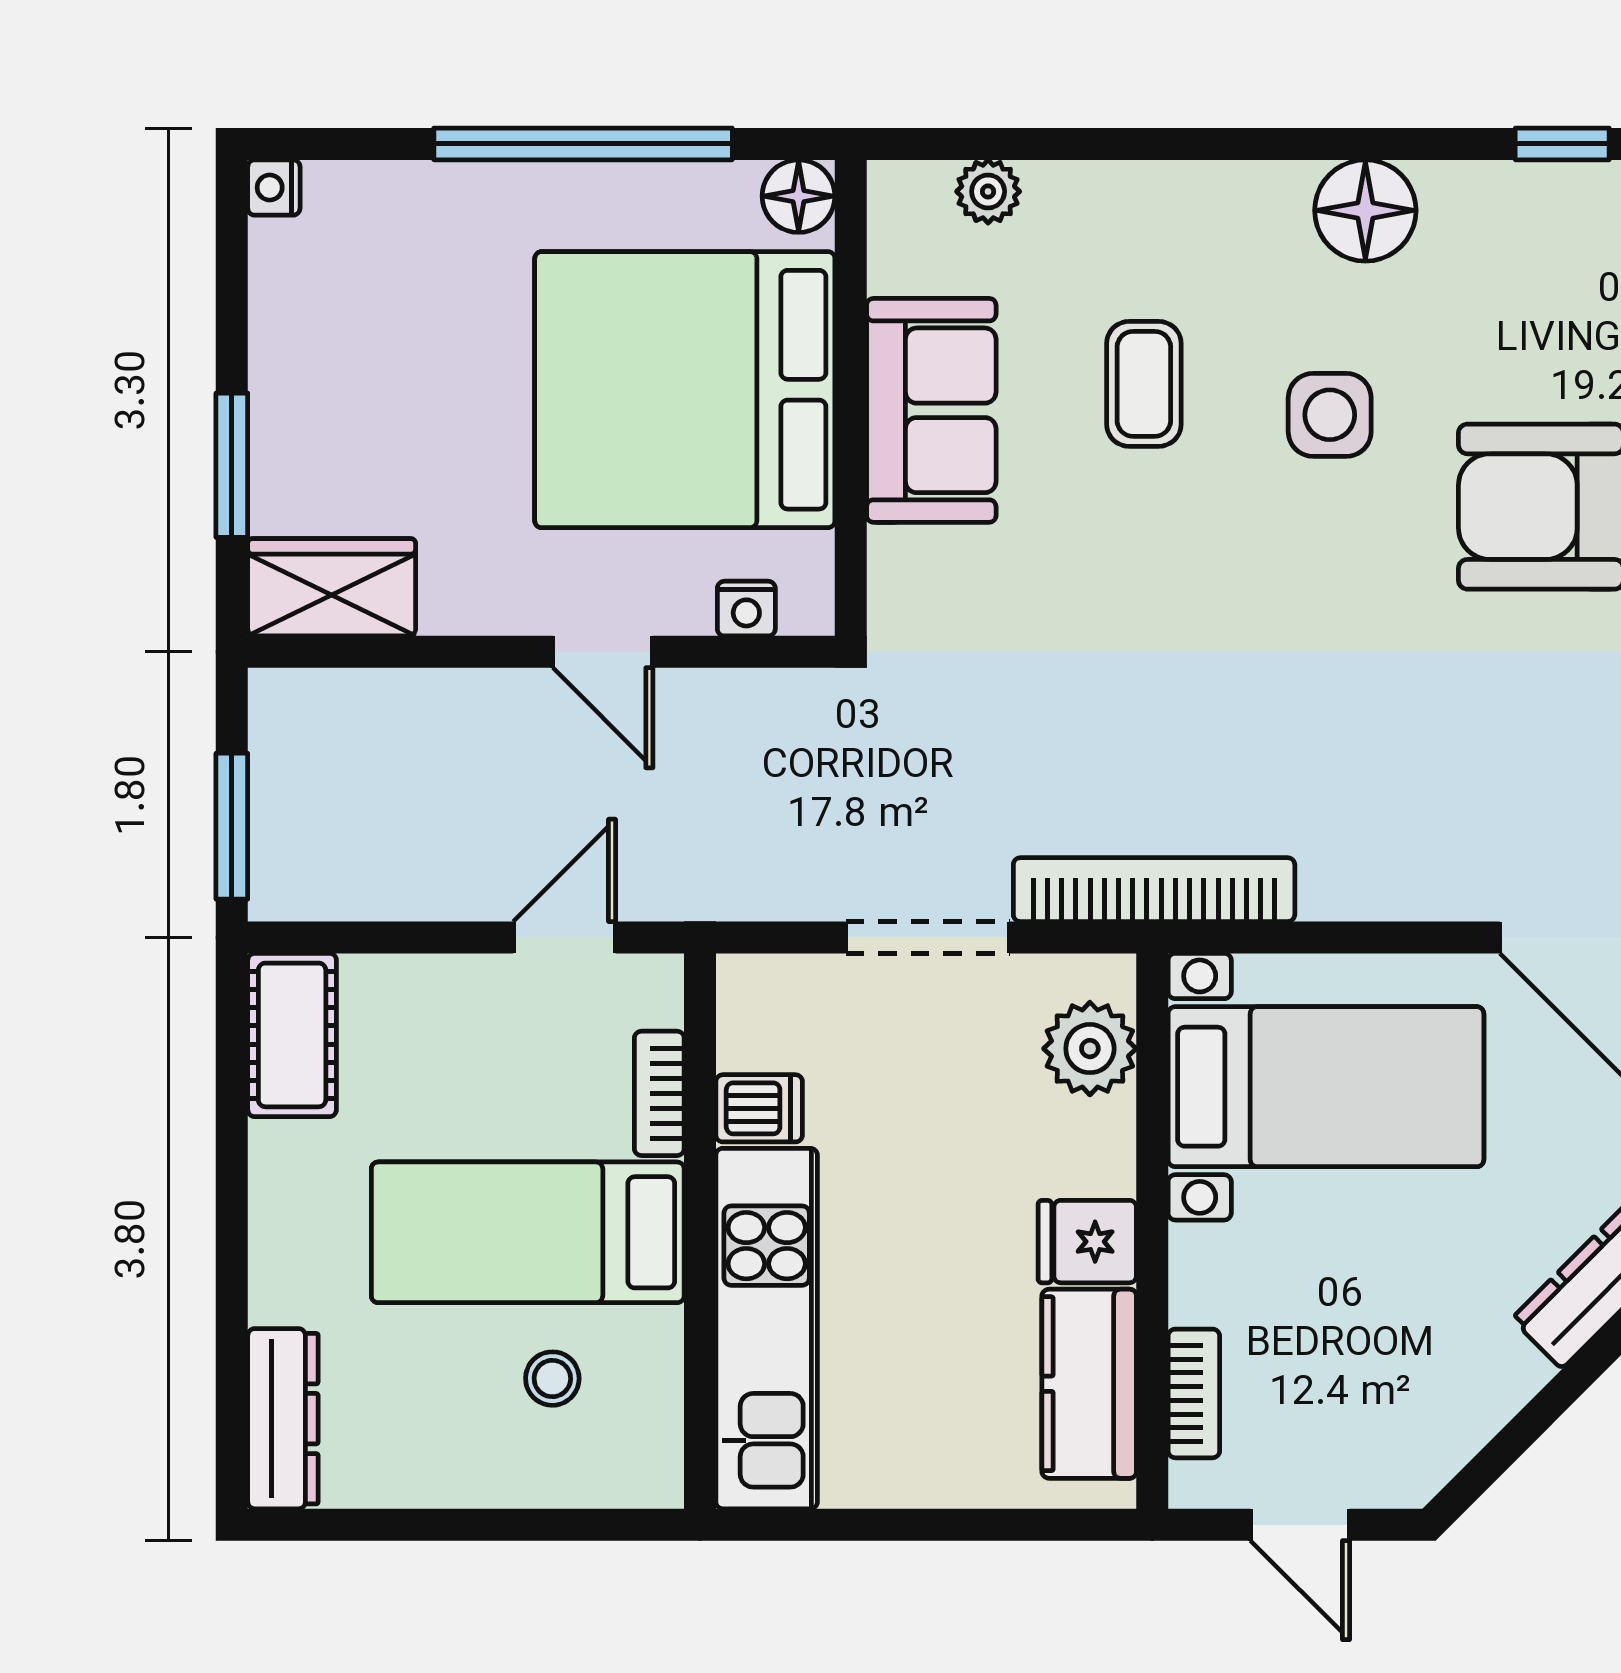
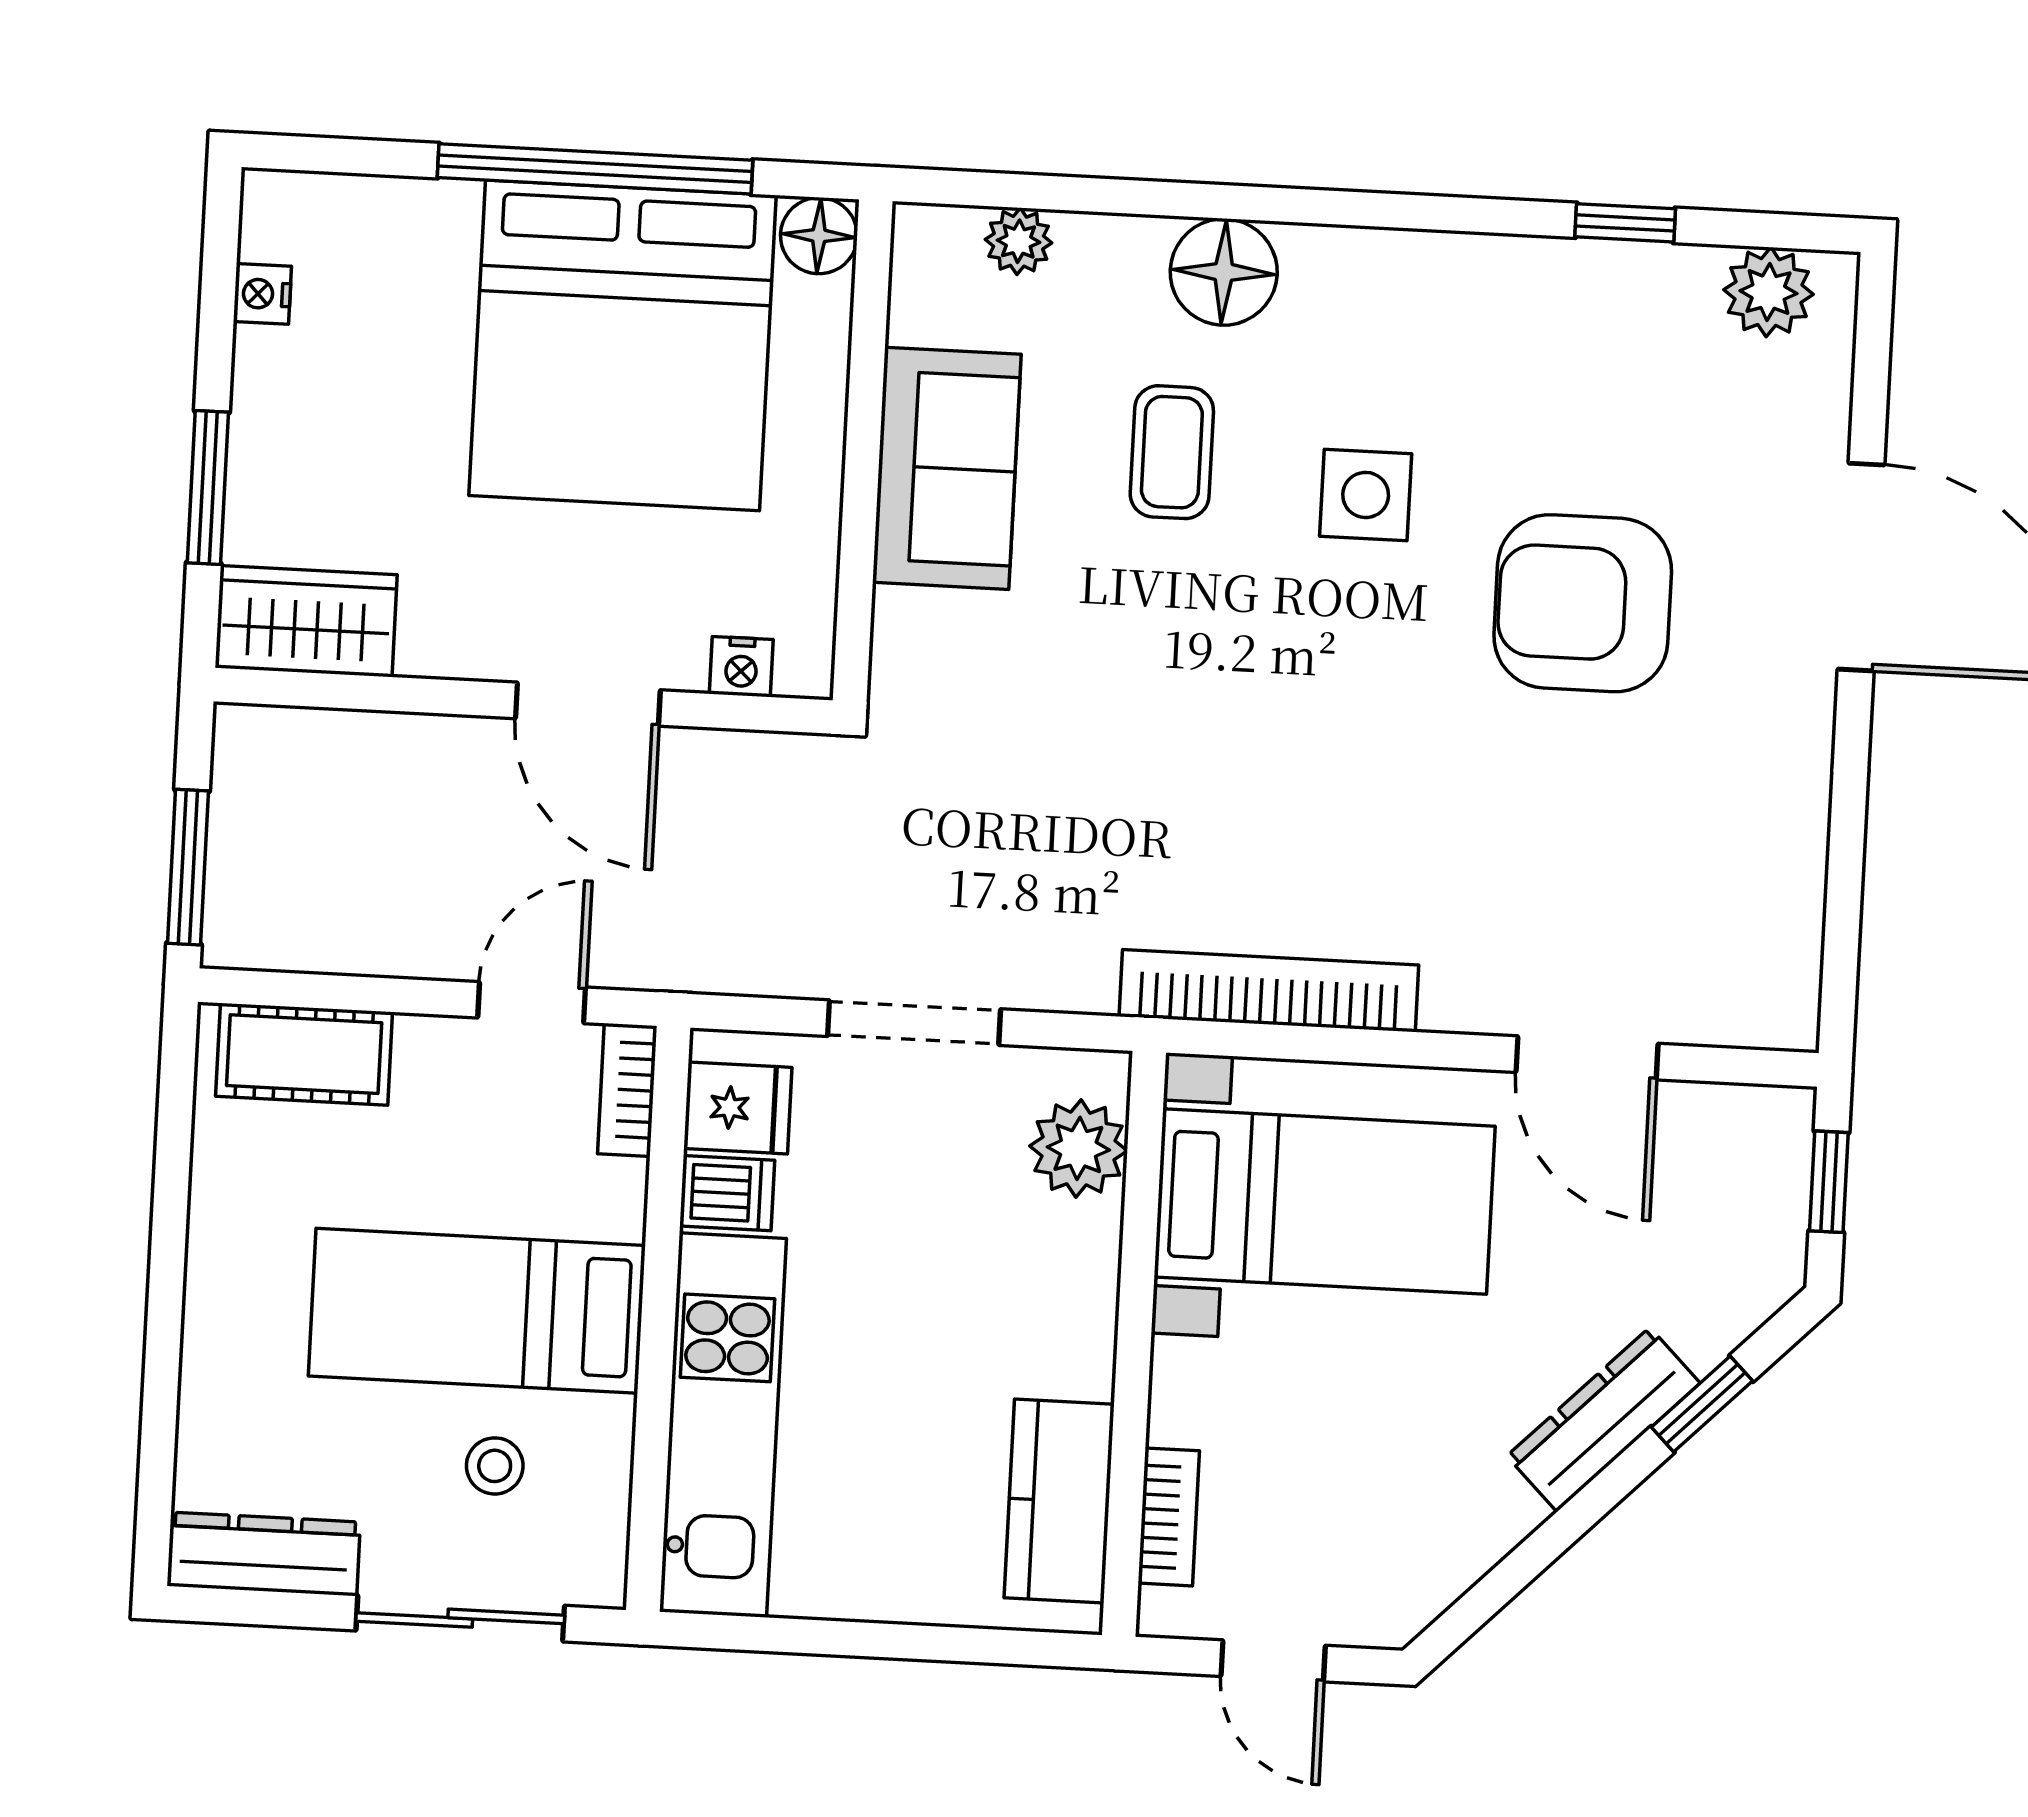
nightstand: (274, 188) -> (262, 294), moved
floor lamp: (1365, 210) -> (1224, 272), moved
bed: (685, 390) -> (622, 345), moved, turned -90
door: (603, 652) -> (588, 704), width x1.37
bookcase: (1154, 890) -> (1269, 991), moved
cot: (292, 1035) -> (304, 1054), moved, turned 90
bookcase: (659, 1093) -> (627, 1090), moved
fridge: (1087, 1242) -> (738, 1108), moved, turned 180
dresser: (283, 1419) -> (264, 1554), moved, turned -90
sliding door: (527, 1525) -> (460, 1618), added

